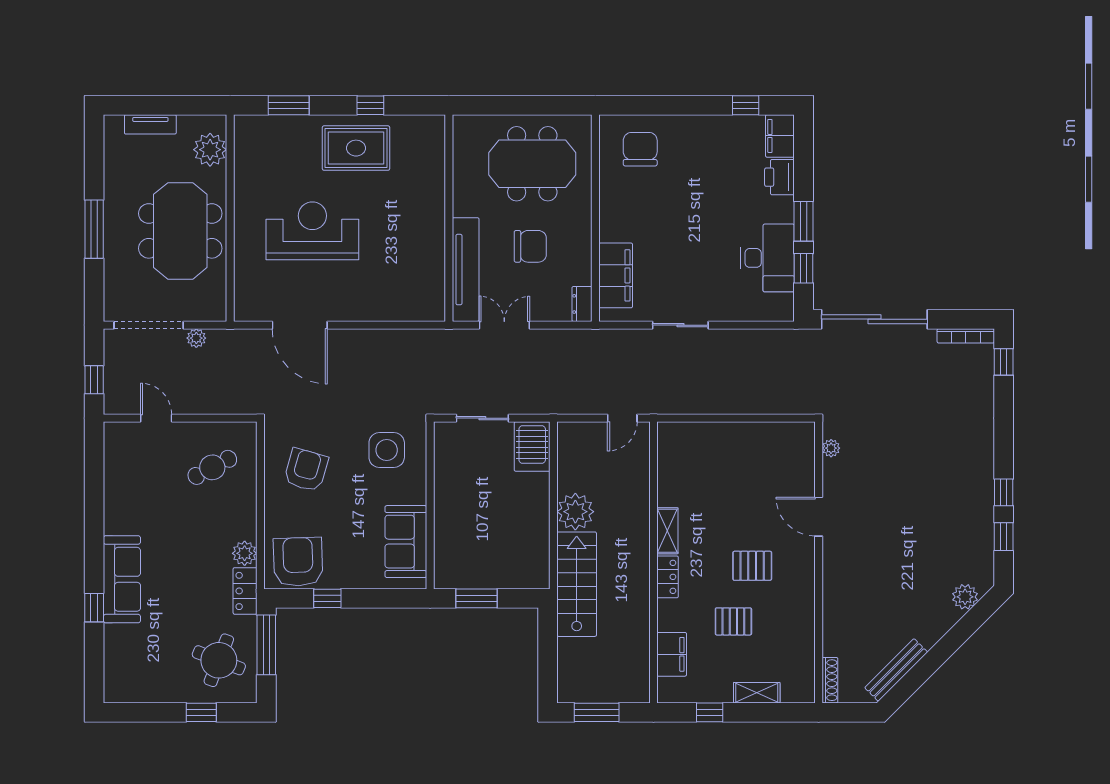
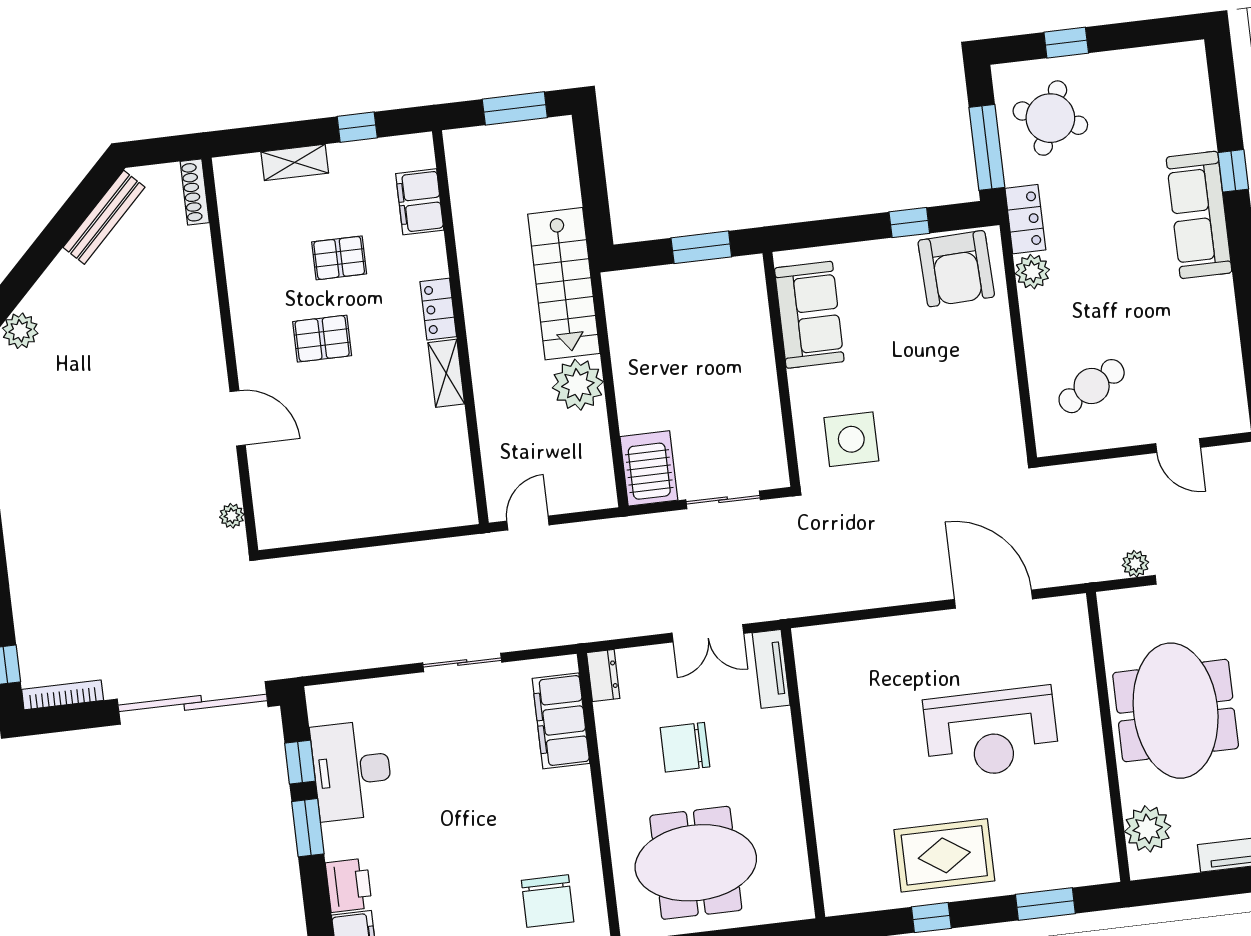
tv unit: (466, 270) -> (771, 669), width x0.52, depth x0.78
armchair: (306, 470) -> (960, 398), removed

